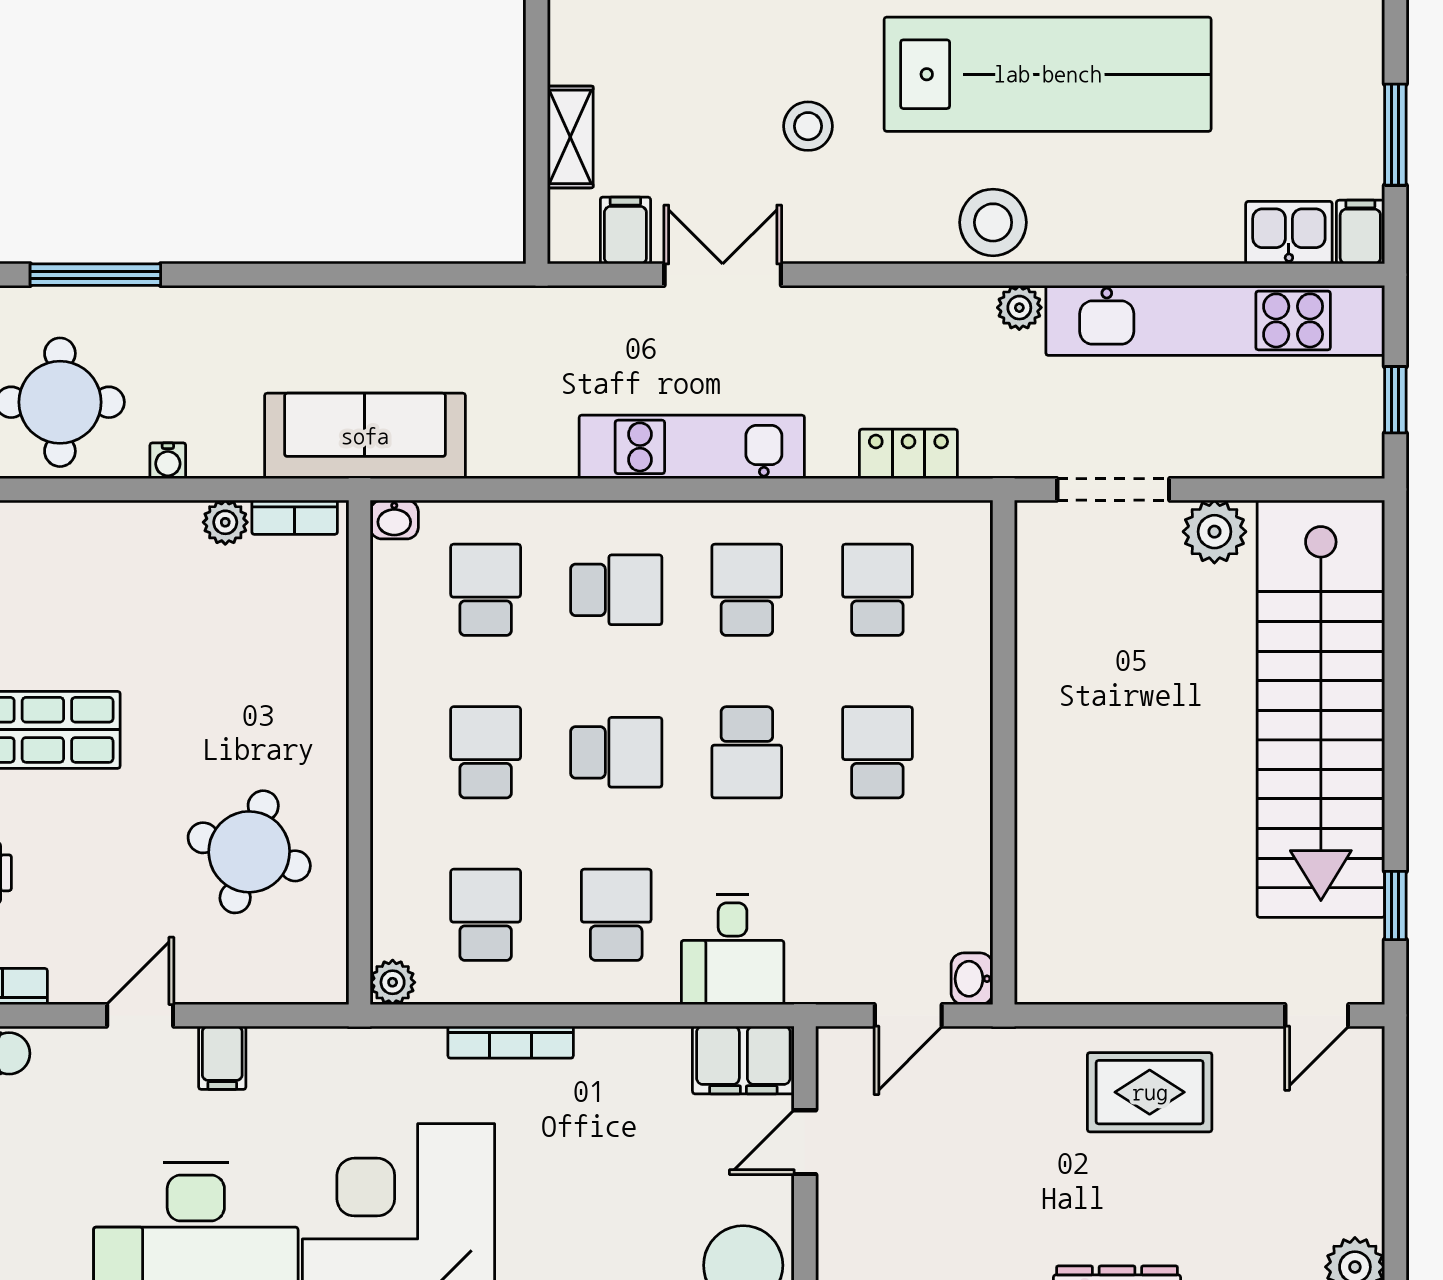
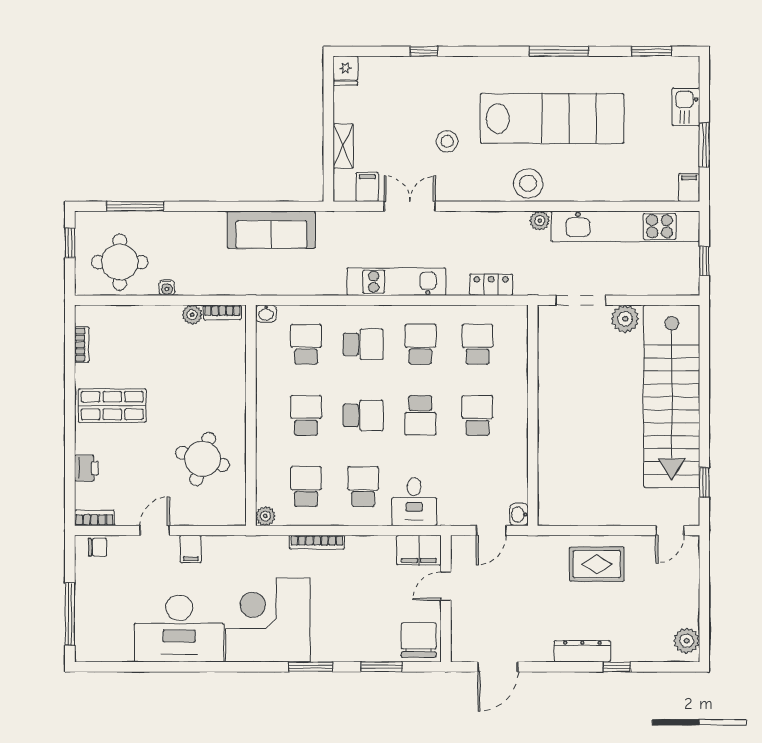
kitchen sink: (1289, 233) -> (686, 107), moved, turned -90
sofa: (365, 436) -> (271, 230), moved, turned 180

